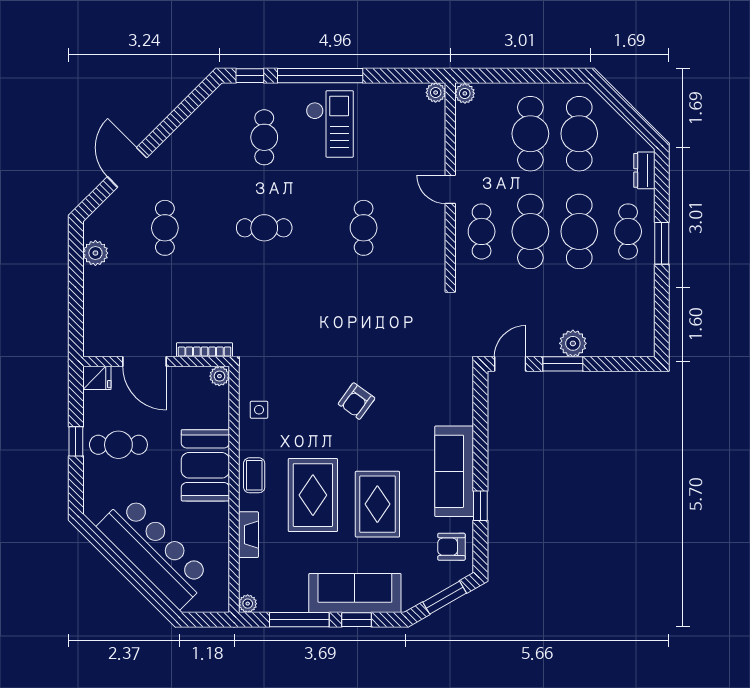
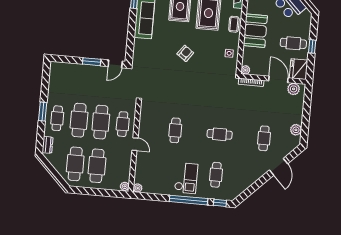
checkout: (330, 124) -> (186, 178), turned 180
plant: (573, 343) -> (294, 89), moved
fridge: (97, 378) -> (299, 69), width x1.88, depth x1.34

